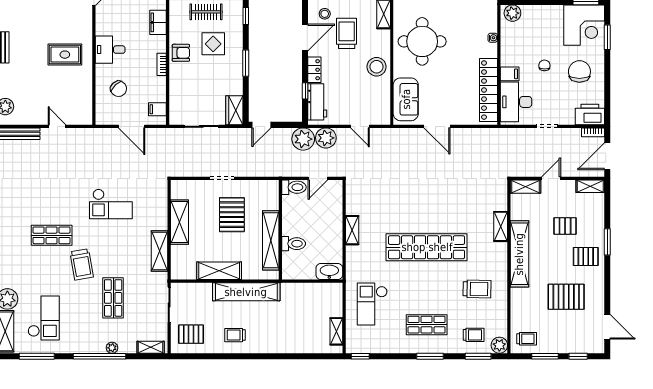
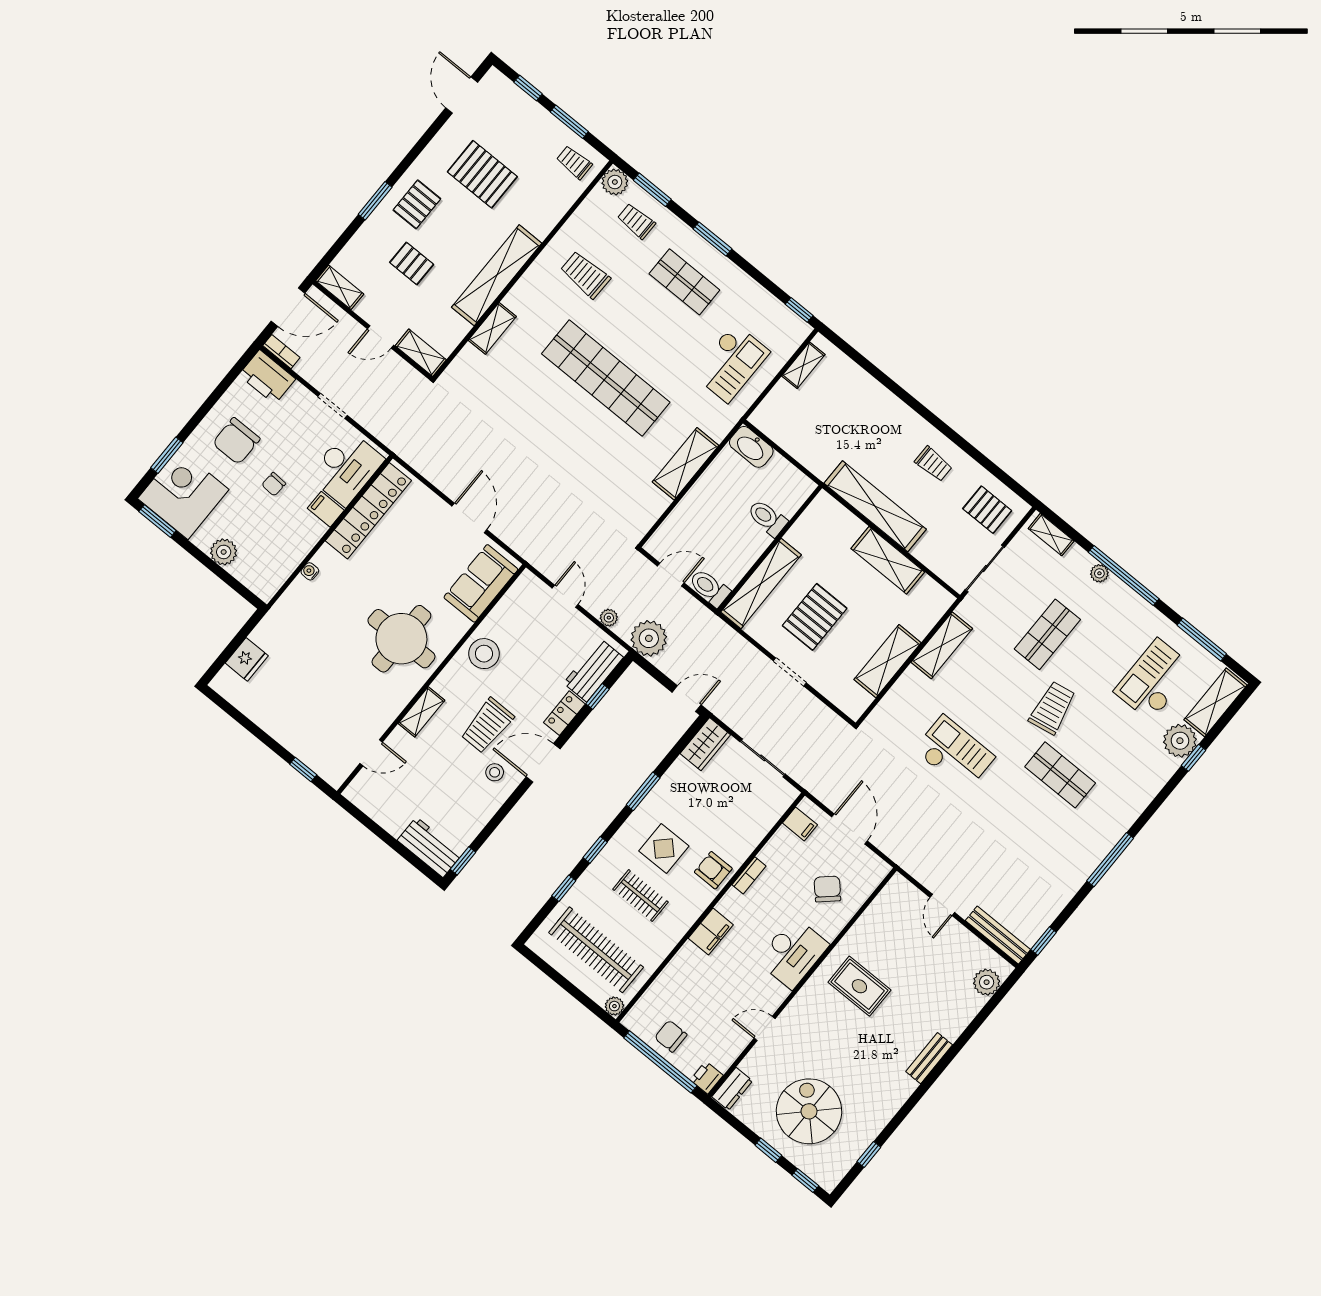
plant: (512, 13) -> (224, 552), moved
desk: (110, 50) -> (793, 953), width x1.37
plant: (326, 138) -> (609, 618), width x0.53, depth x0.53
shelving: (352, 230) -> (686, 464), width x1.50, depth x1.33
shelving: (271, 240) -> (761, 583), moved
pallet: (586, 256) -> (417, 204), turned 90

